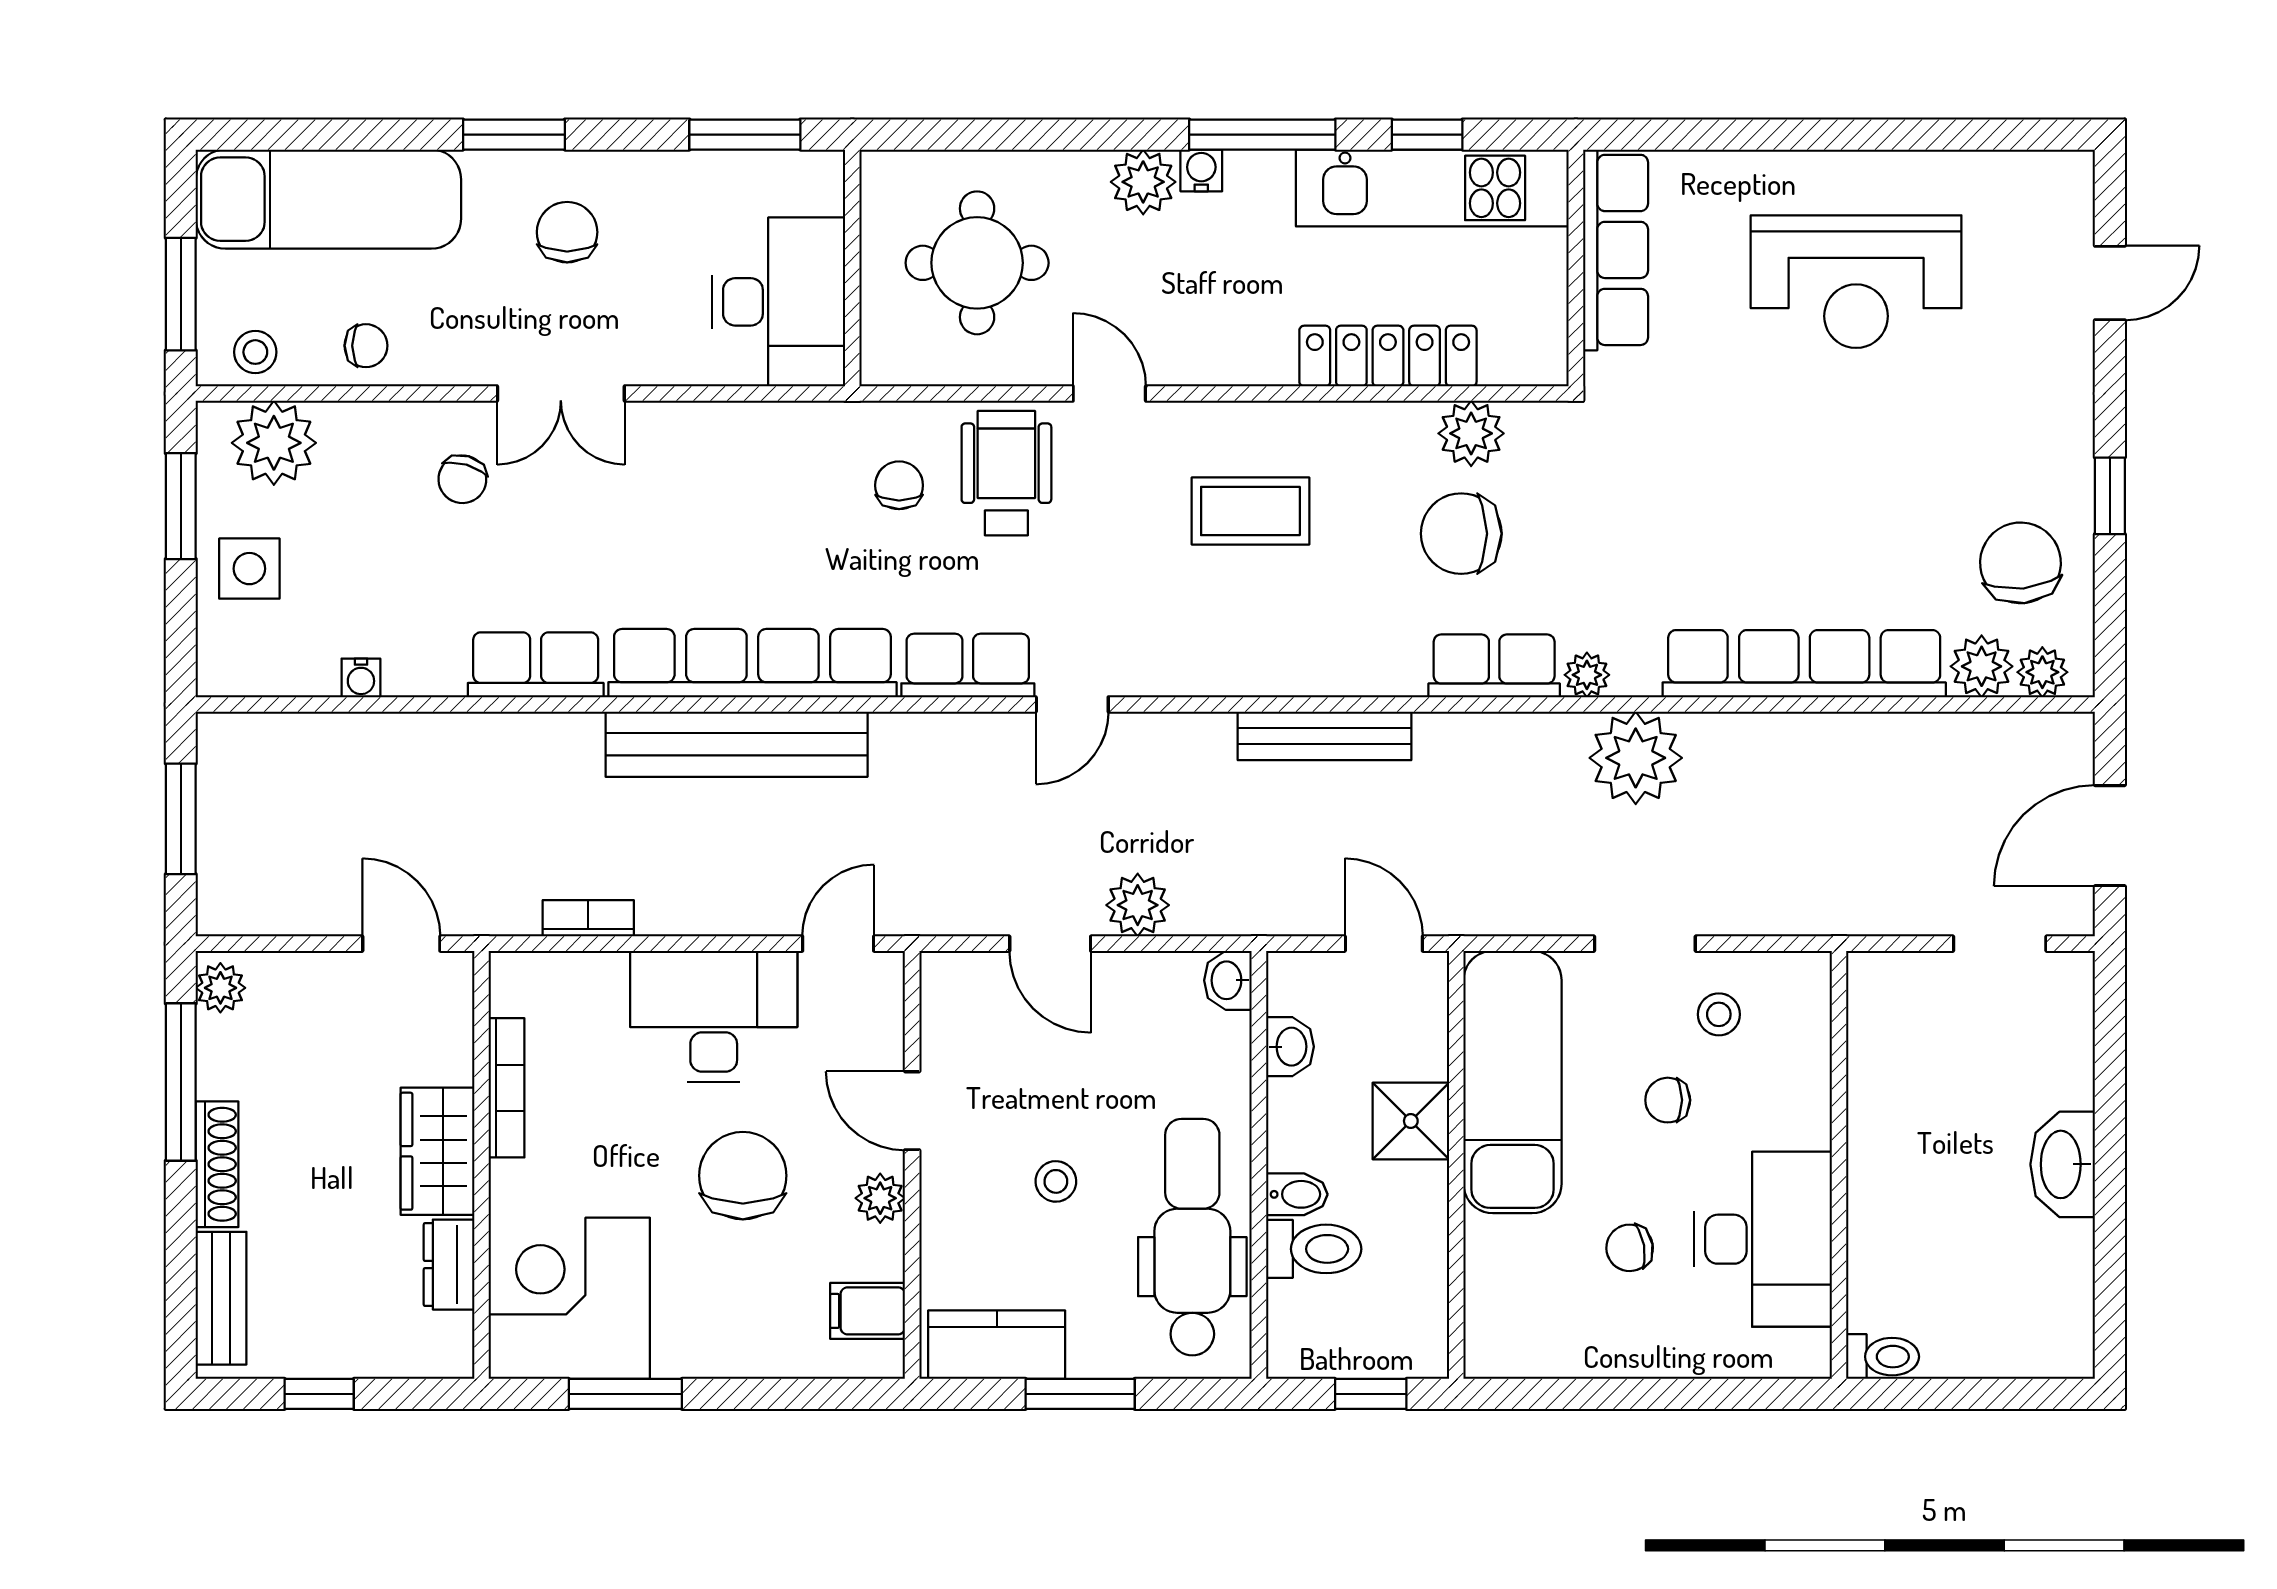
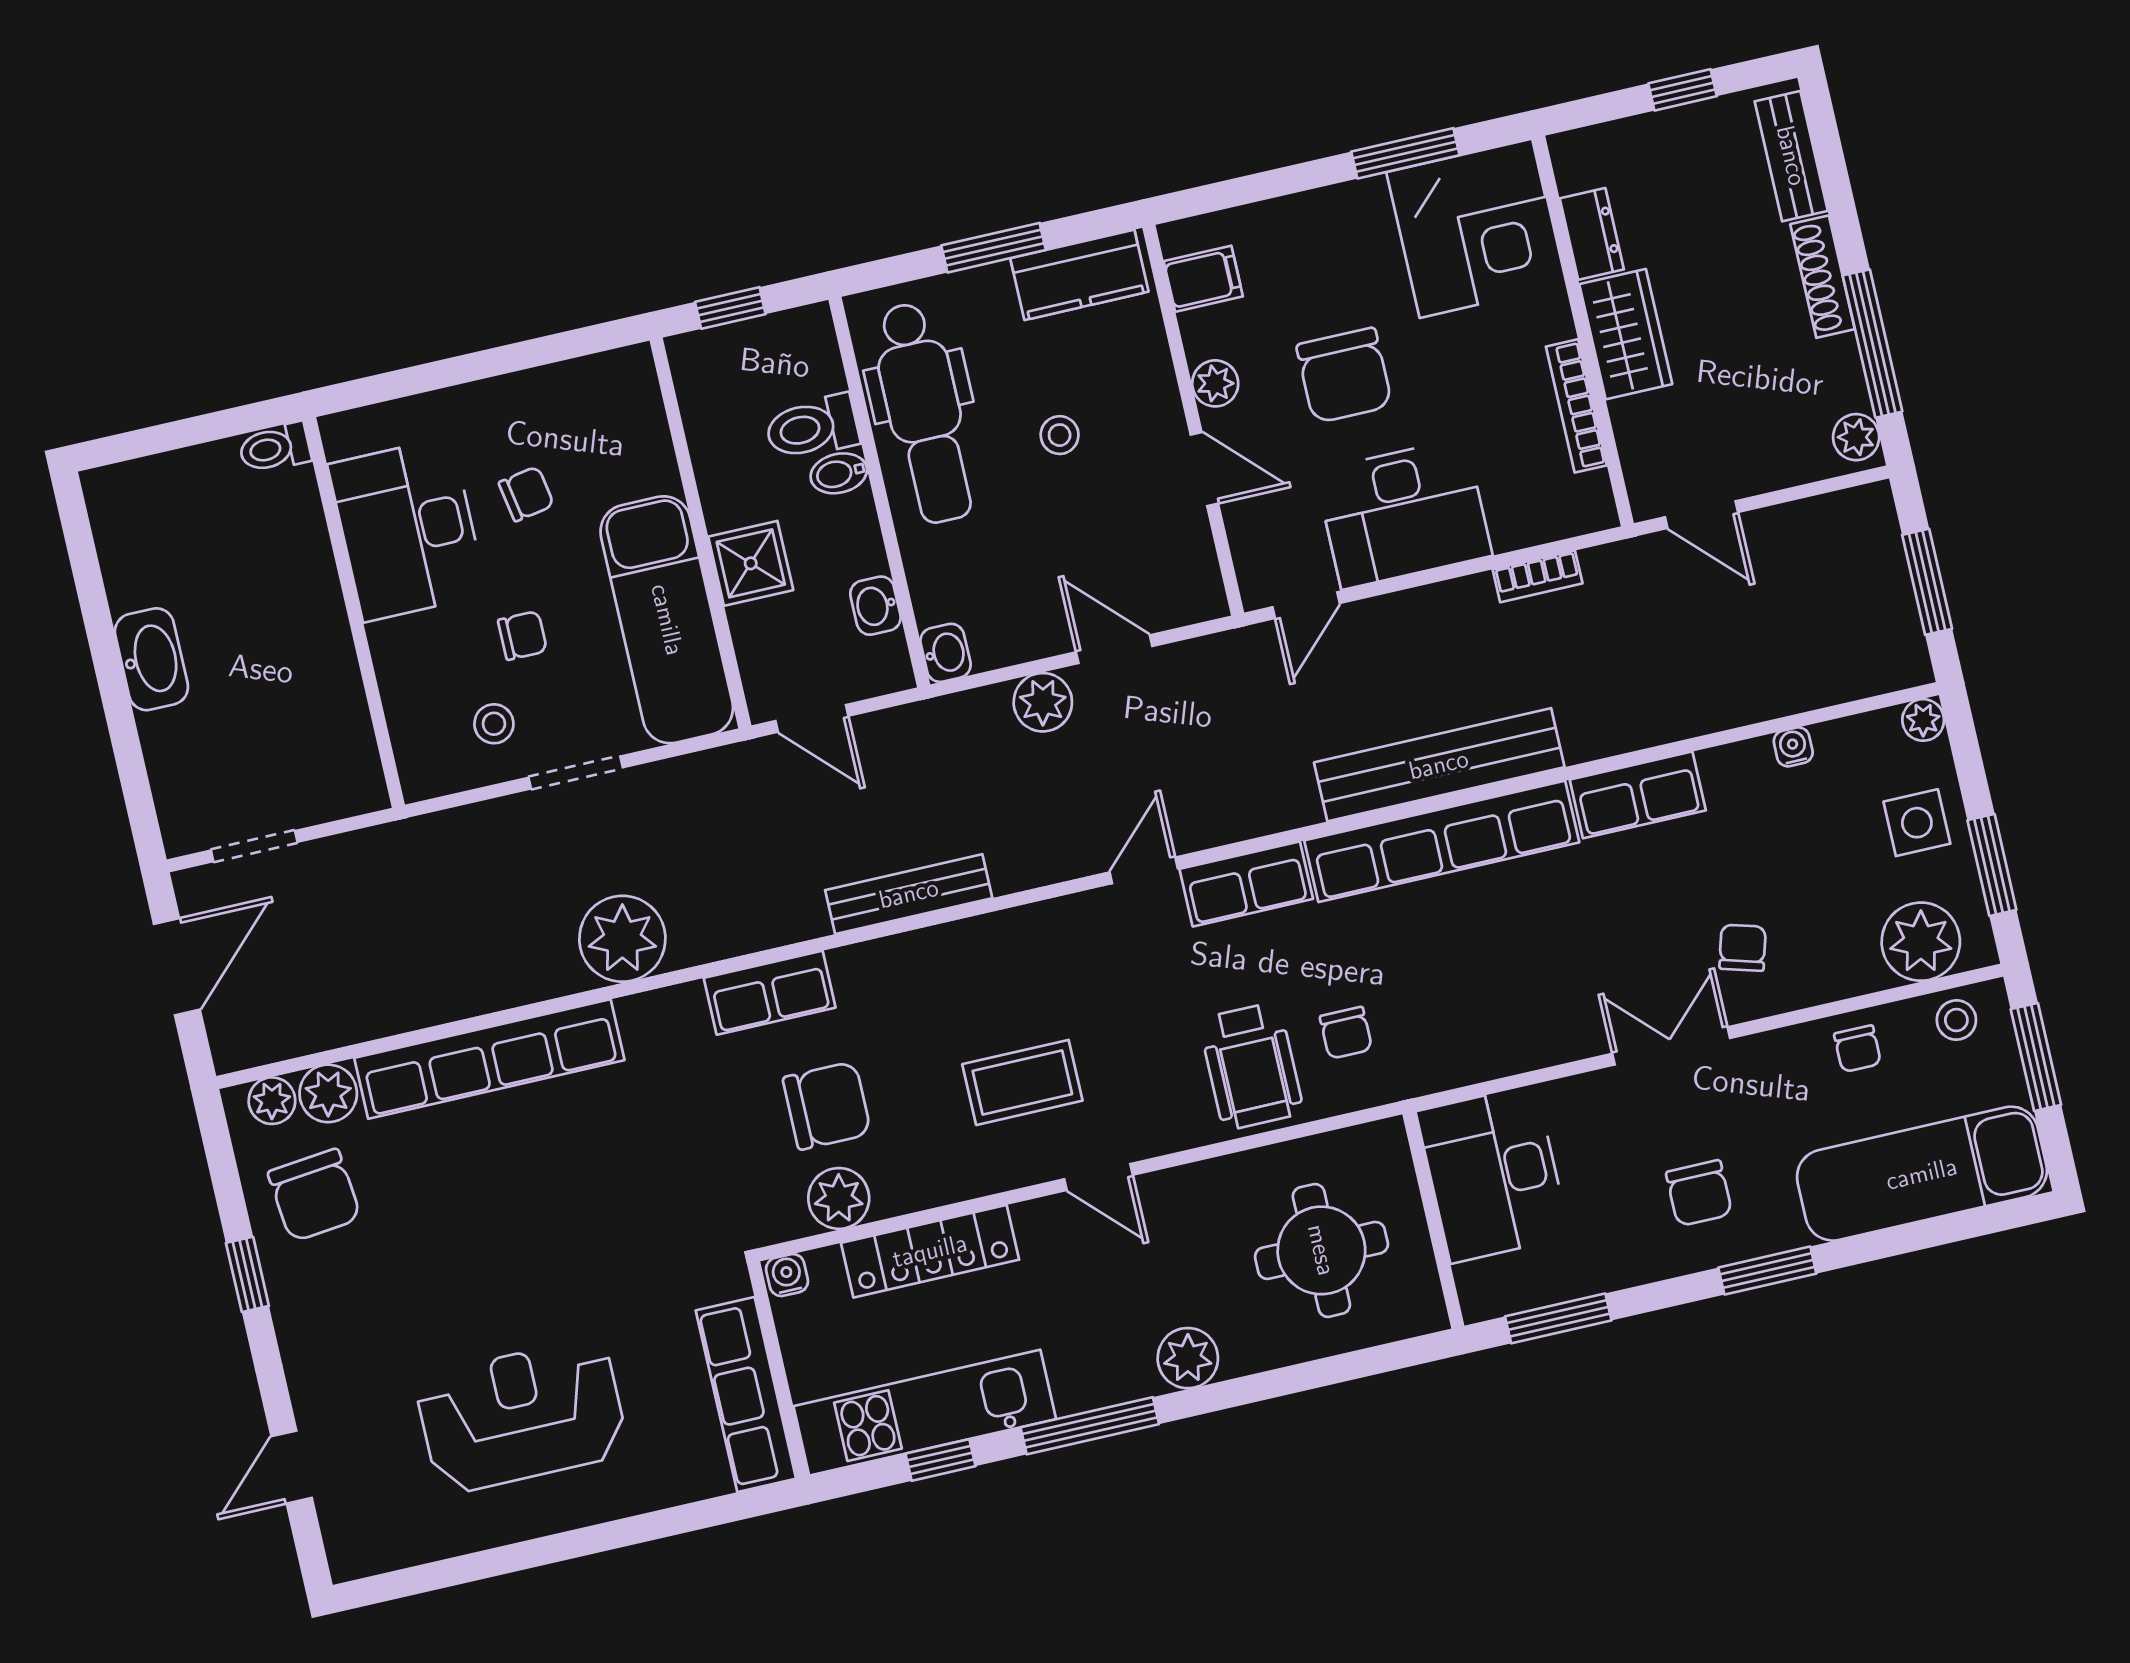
water cooler: (1201, 170) -> (787, 1275), moved, turned 180
chair: (366, 346) -> (1858, 1049), turned -90
door: (1109, 393) -> (1098, 1177), moved
plant: (1587, 675) -> (1923, 720), moved

